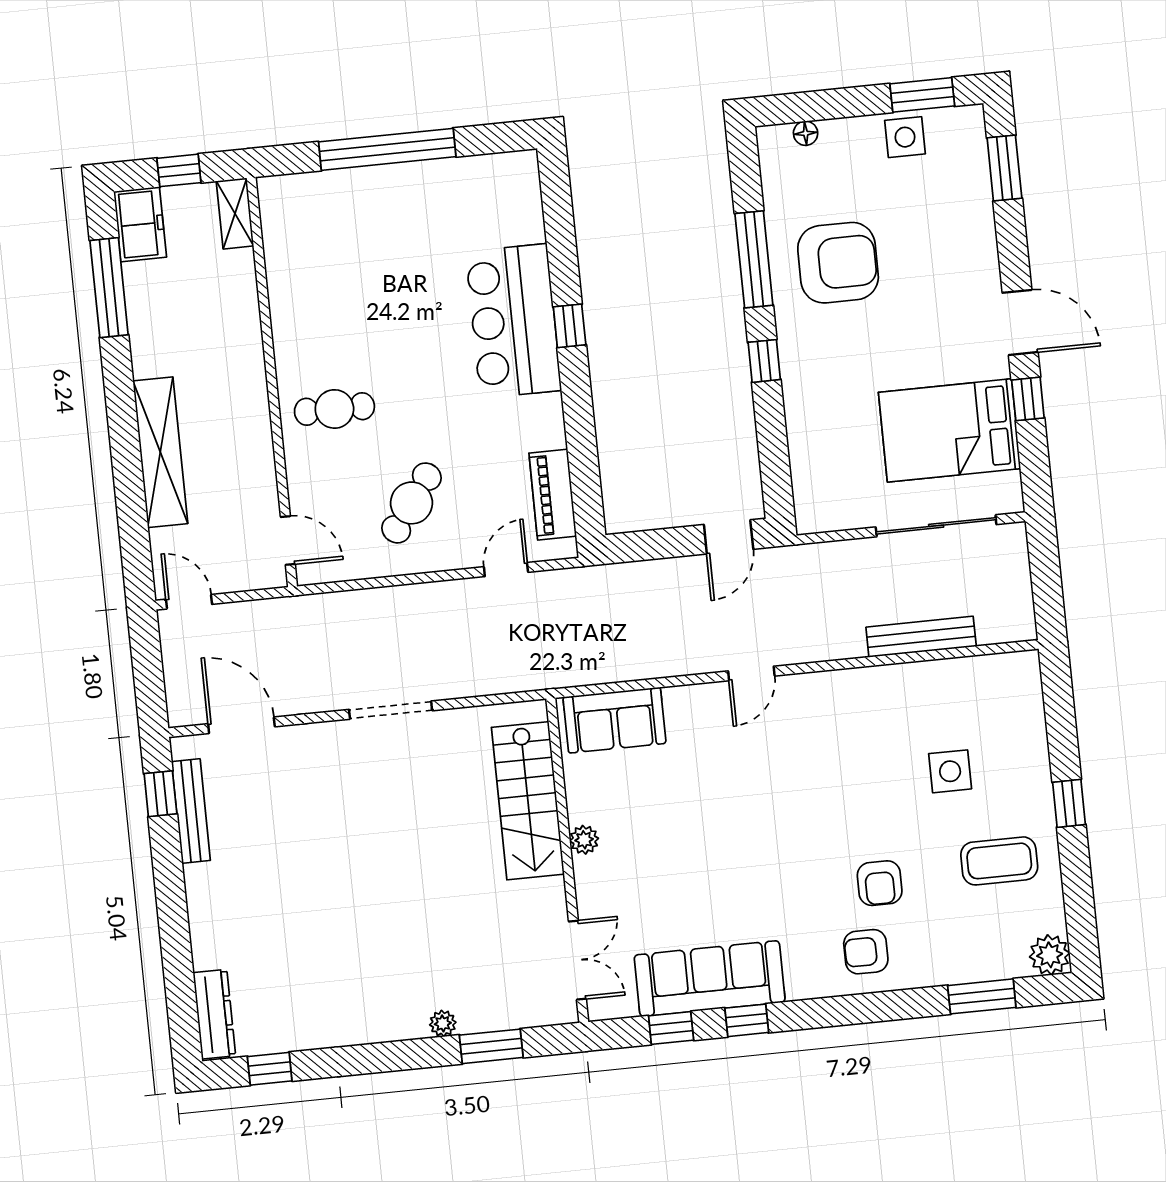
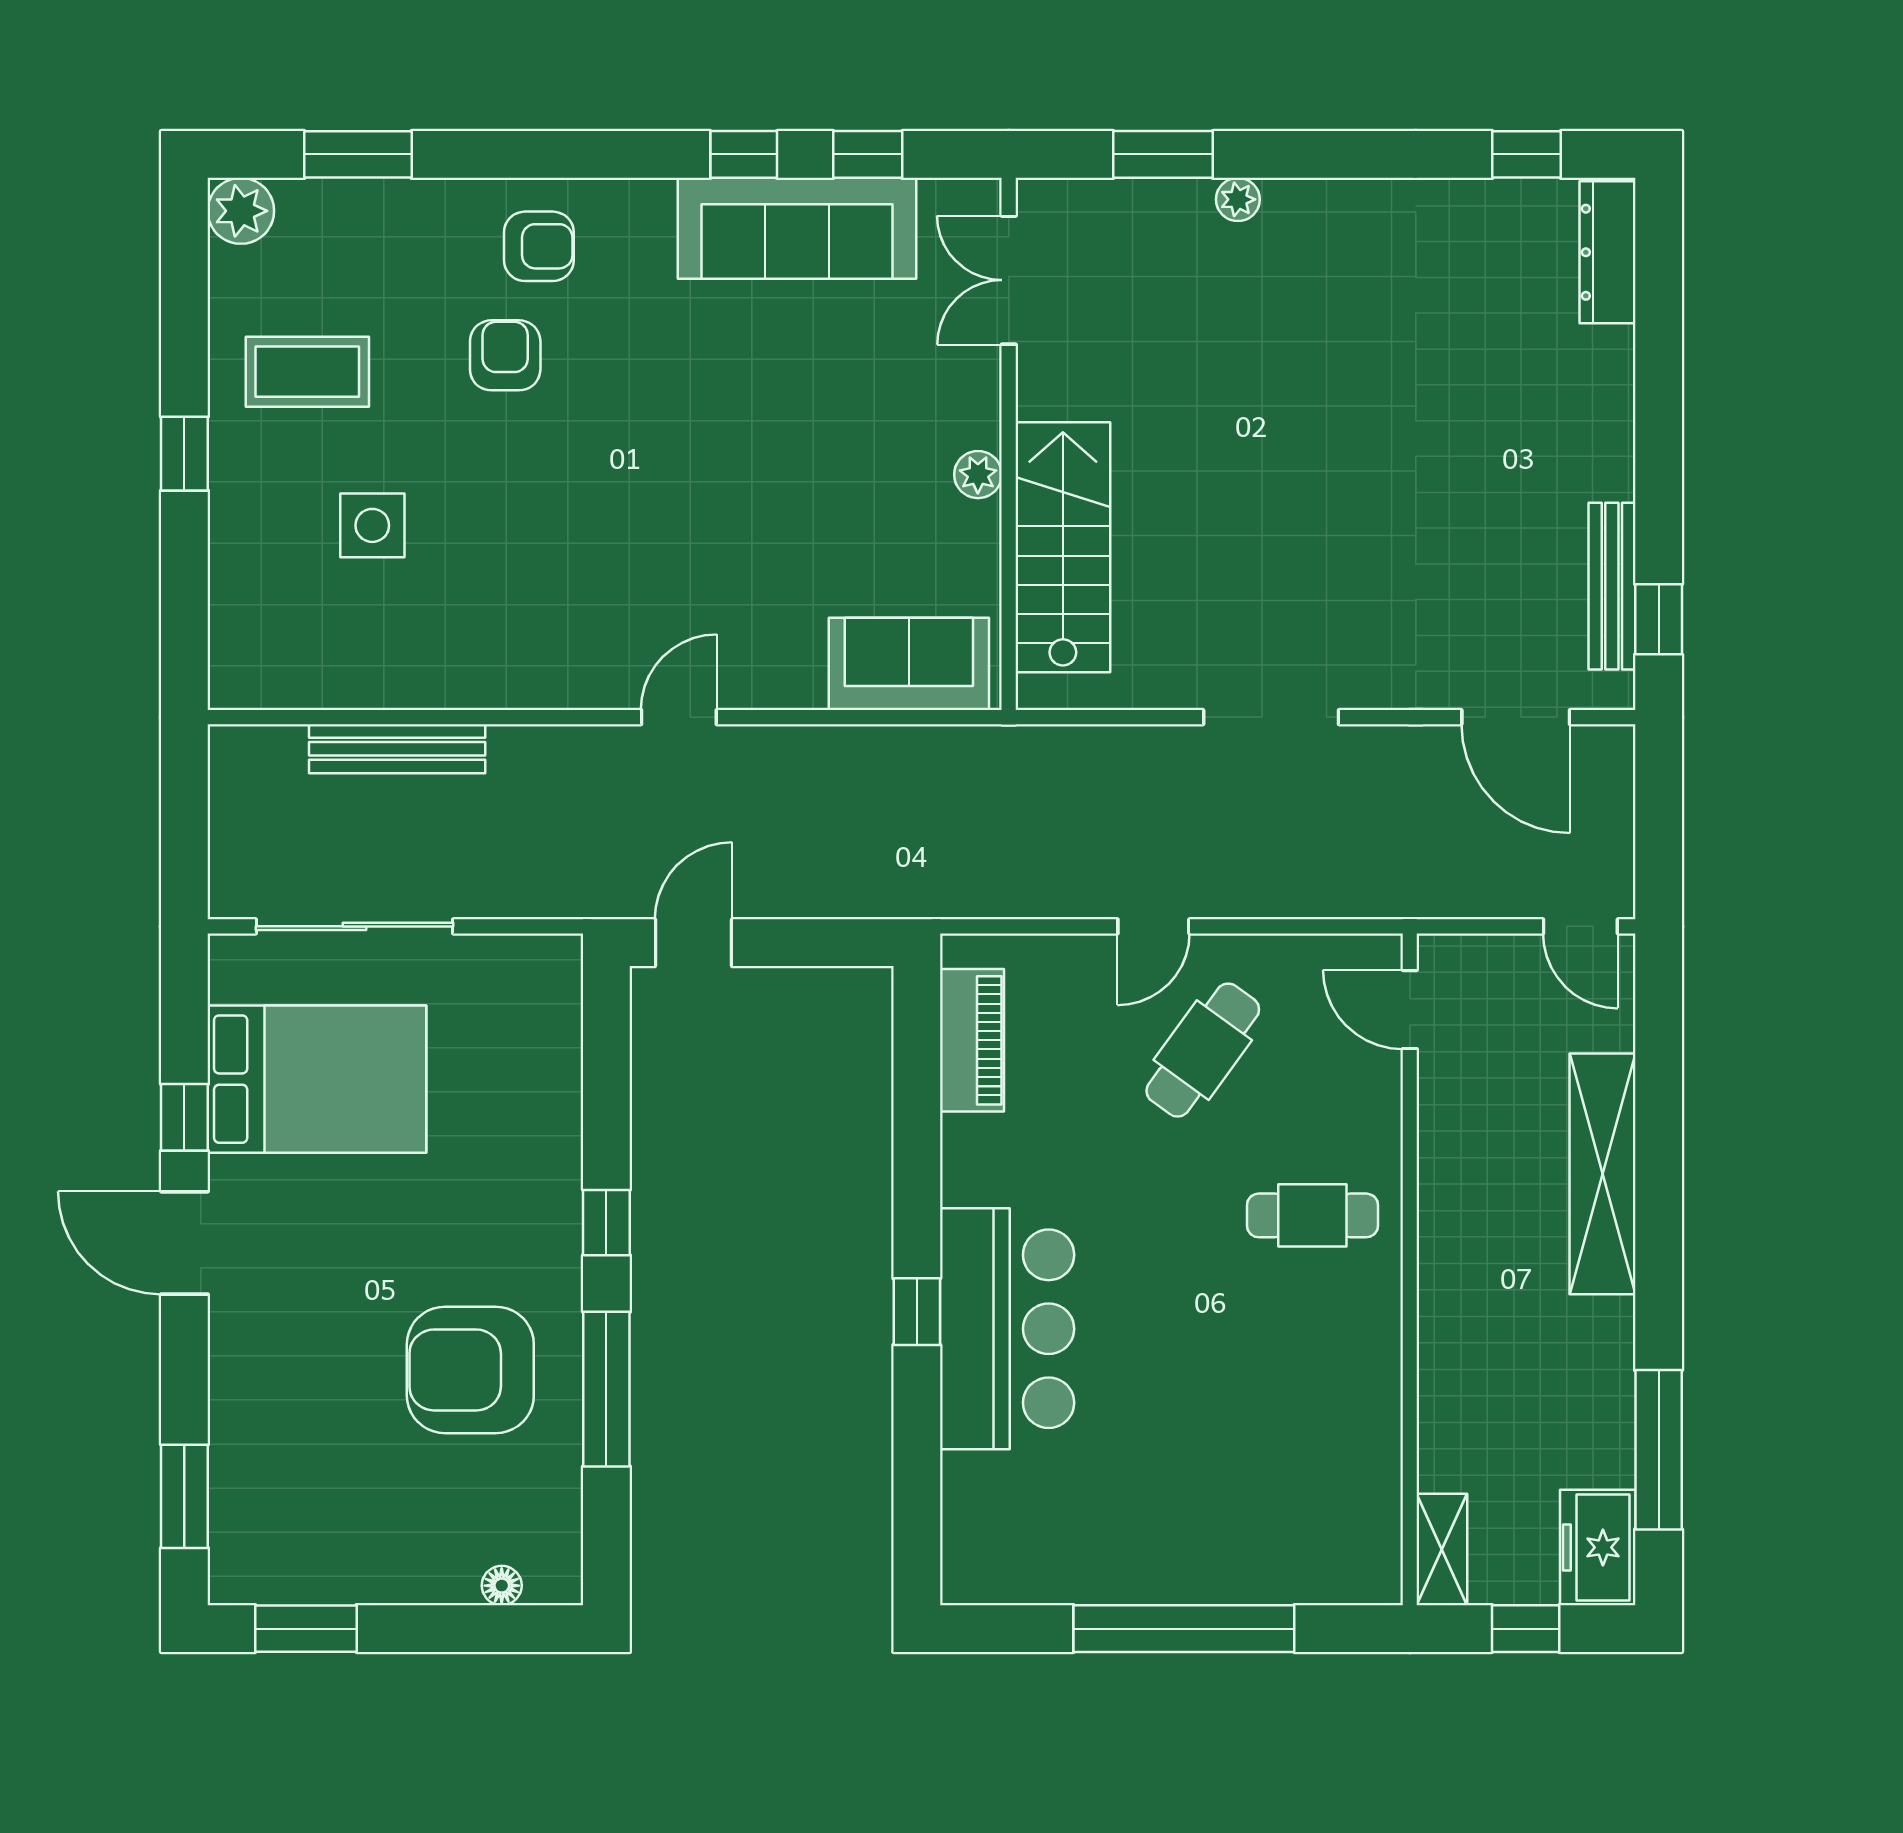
side table: (905, 137) -> (341, 1563), removed
door: (506, 570) -> (1153, 926), moved

